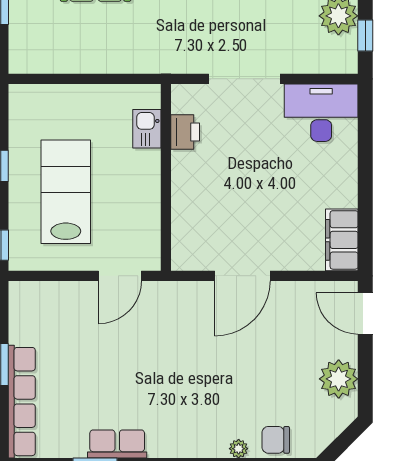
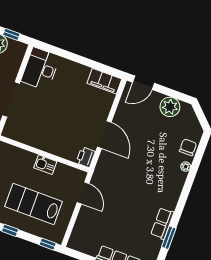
kitchen sink: (147, 129) -> (45, 165), moved
printer: (185, 132) -> (86, 157), moved, turned -90
chair: (276, 440) -> (188, 147), turned 180

